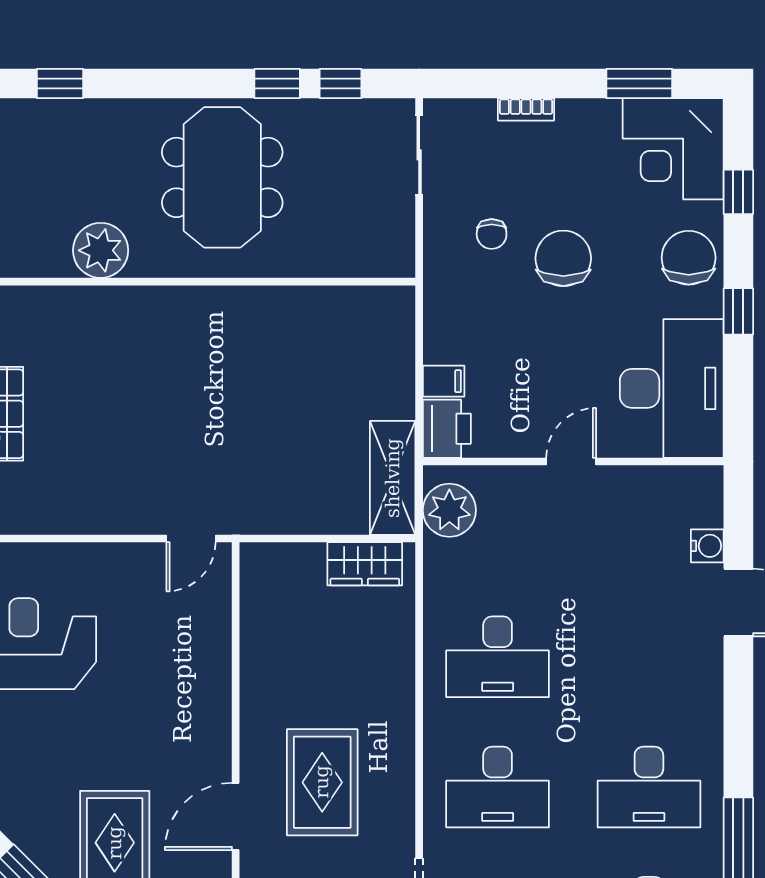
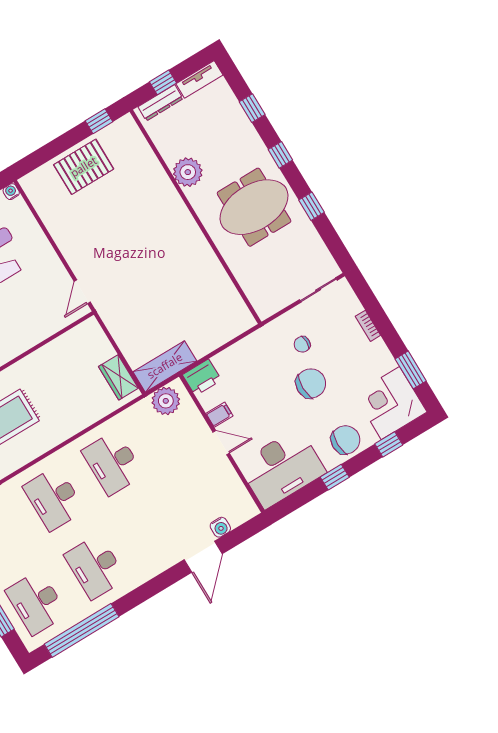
window: (340, 83) -> (280, 155), moved
filing cabinet: (444, 381) -> (219, 415), moved, turned -90
door: (191, 538) -> (82, 292), hinge flipped

